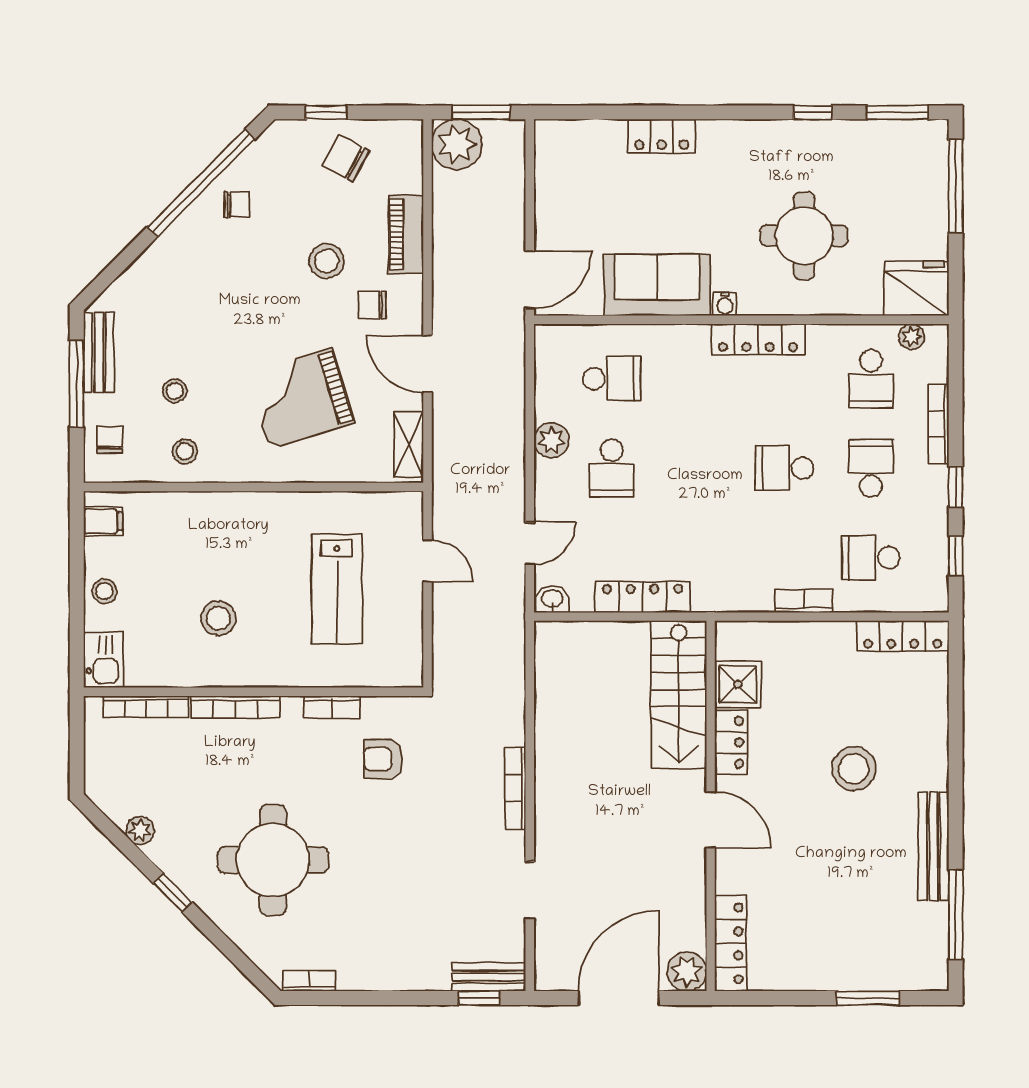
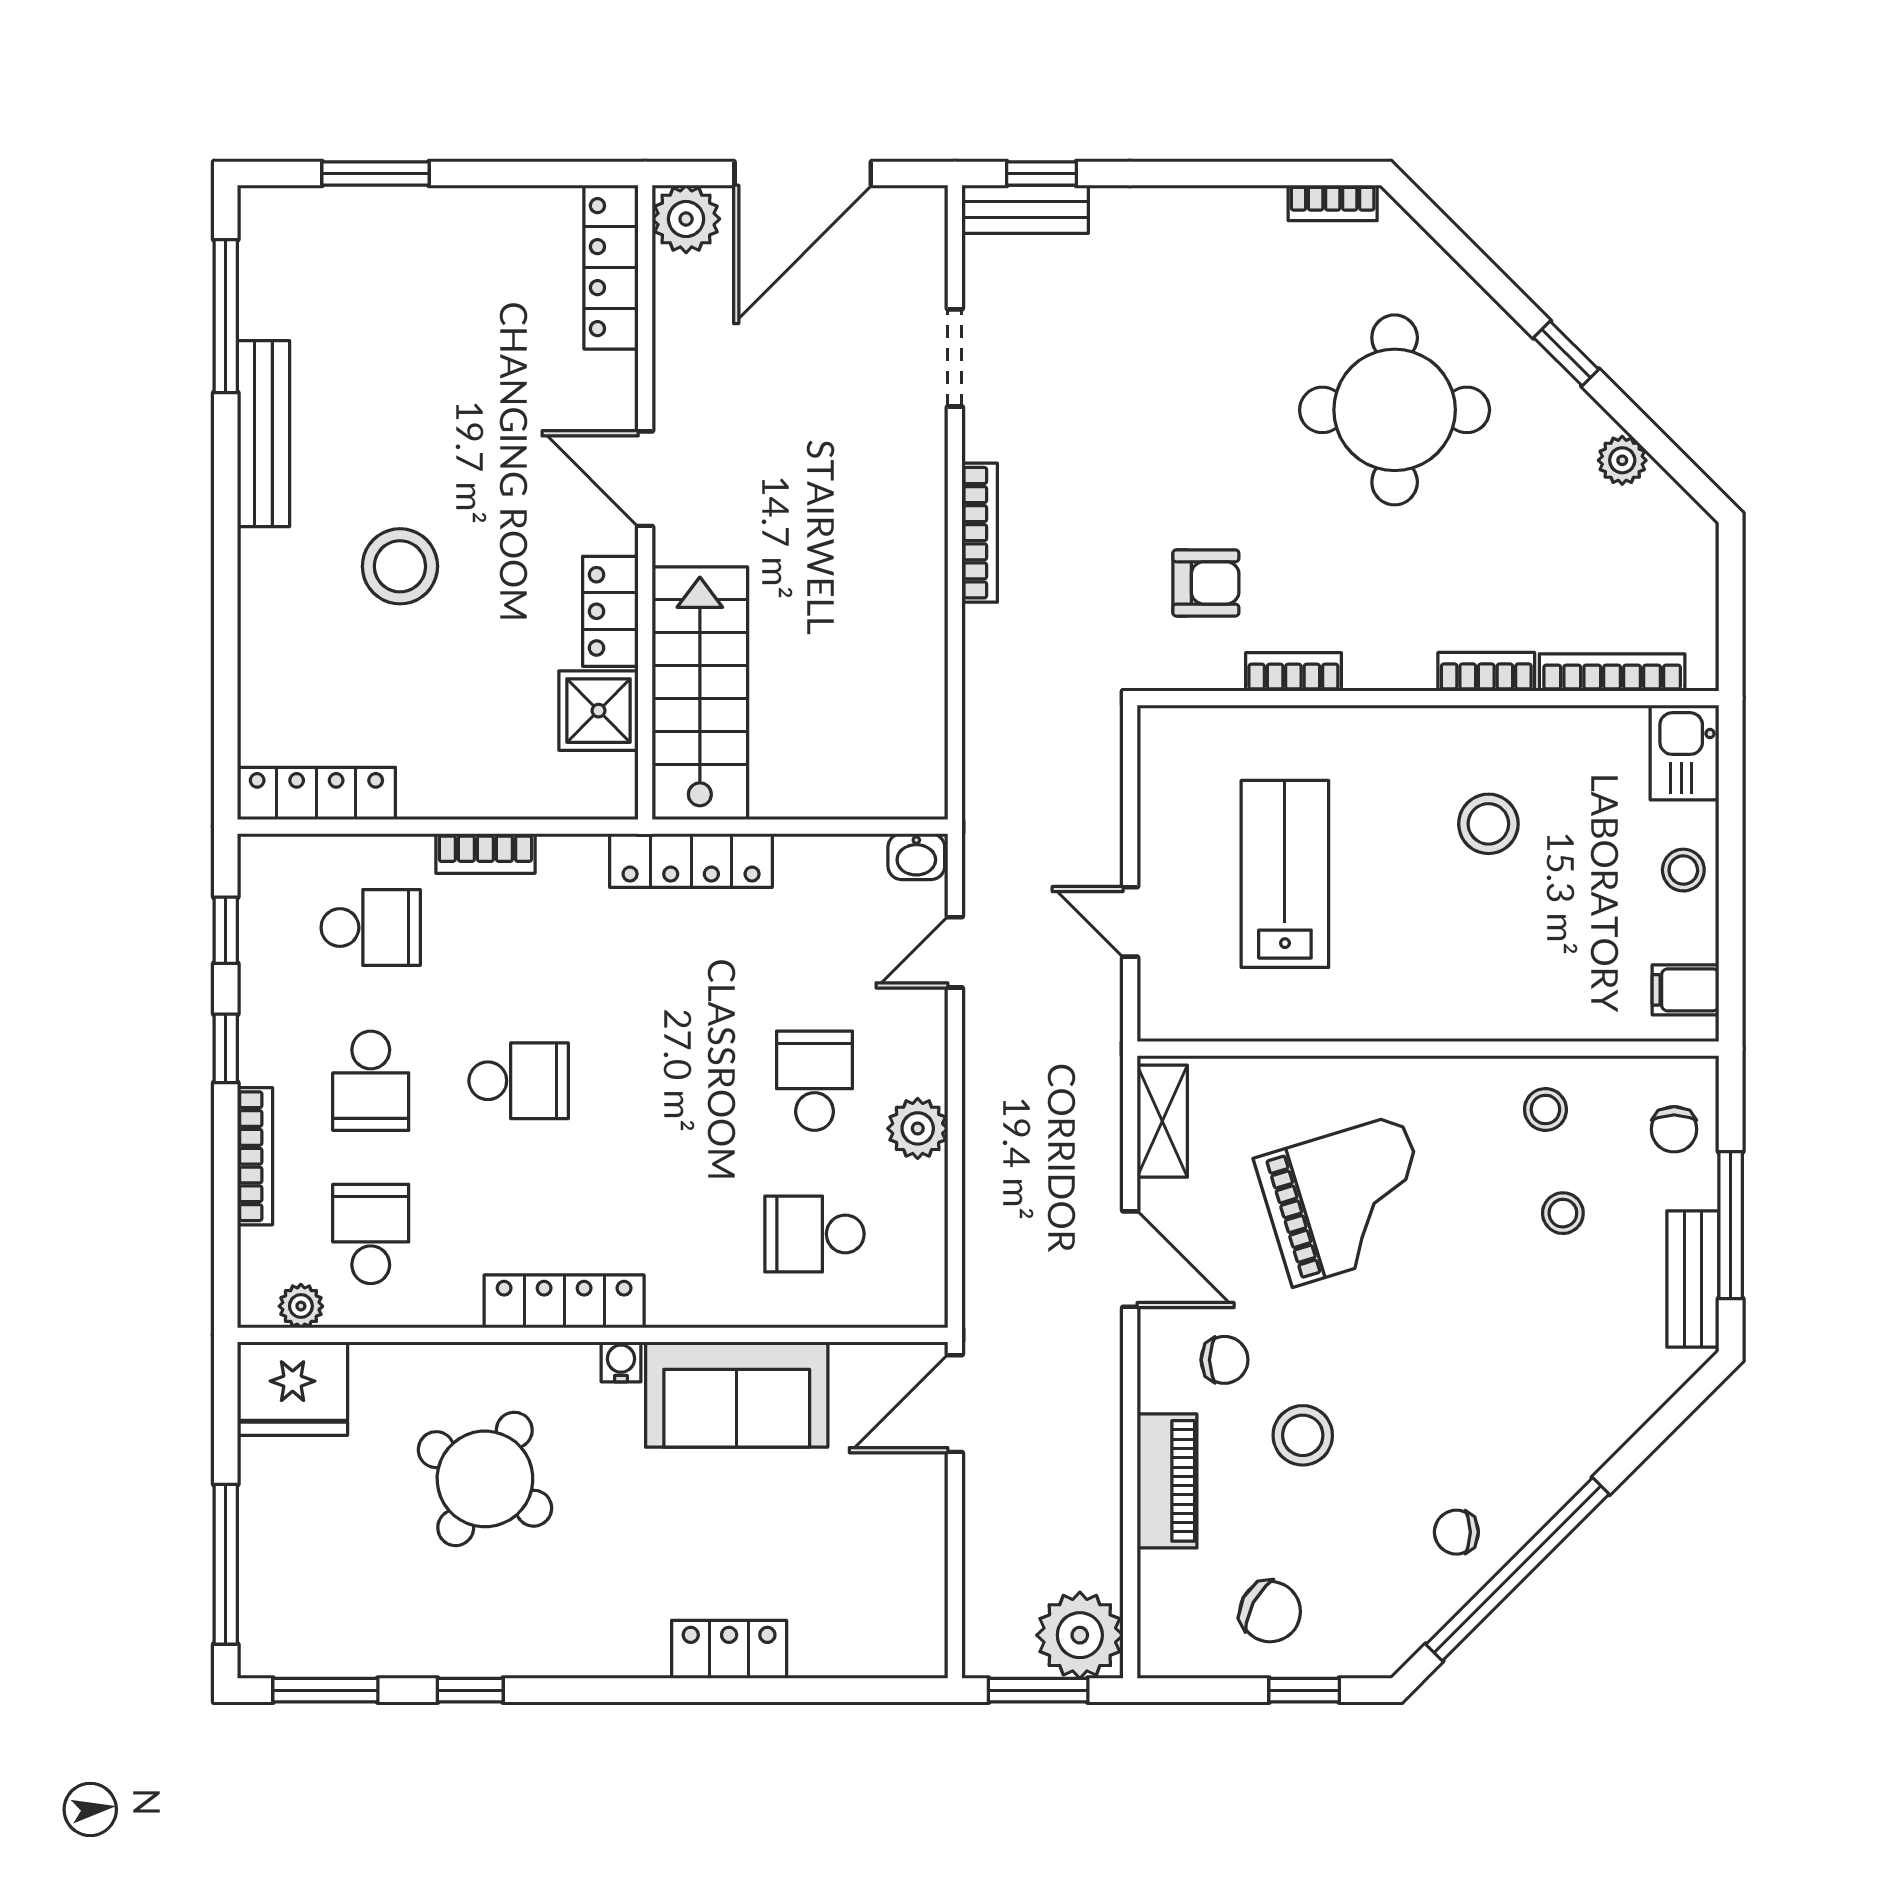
round table: (804, 236) -> (485, 1479), turned 31
locker: (643, 597) -> (691, 861), moved
bookcase: (235, 707) -> (1486, 672), width x0.64

